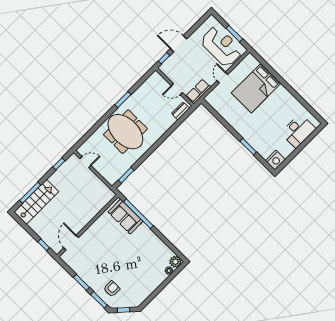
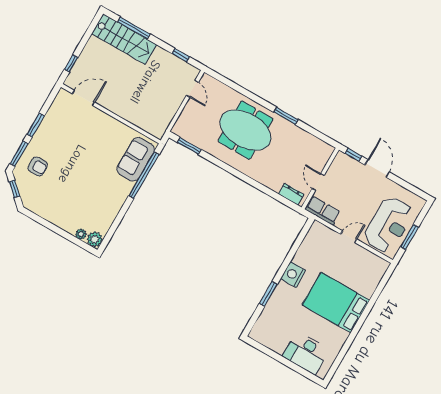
bed: (256, 88) -> (336, 303), moved
meeting table: (125, 132) -> (245, 130), turned 90
nightstand: (275, 160) -> (293, 275), moved, turned 90

